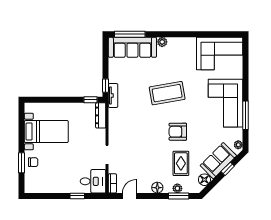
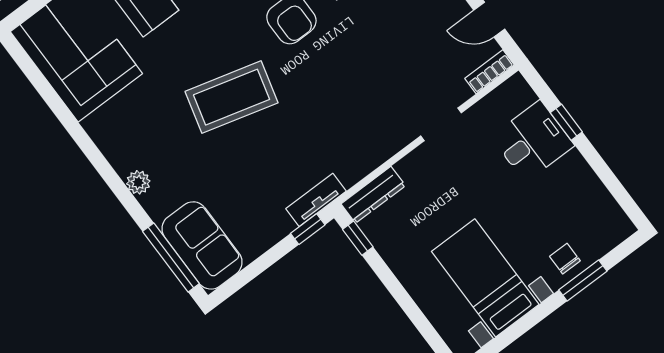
sofa: (132, 47) -> (202, 245), width x0.73
coffee table: (167, 93) -> (232, 97), turned -65
desk: (93, 181) -> (533, 141), moved, turned 90

